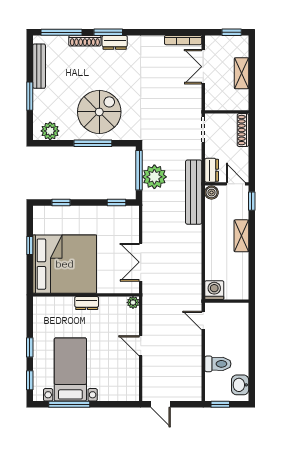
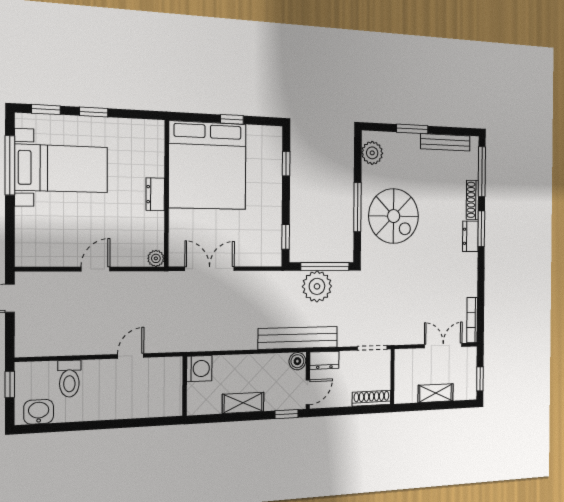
washing machine: (214, 290) -> (199, 369), moved
wall: (227, 301) -> (185, 386), moved

